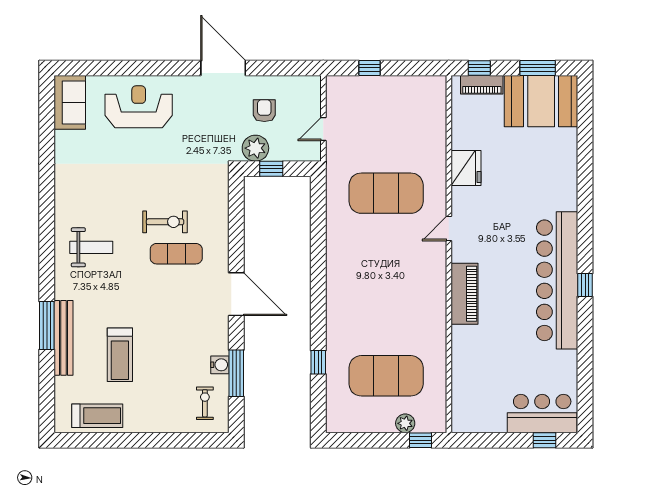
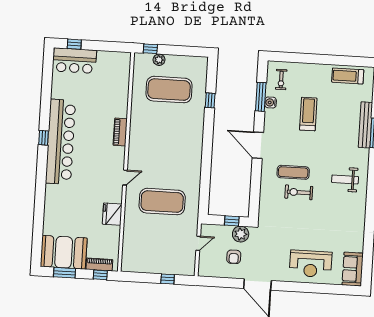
piano: (464, 294) -> (120, 132), width x0.73, depth x0.75
treadmill: (120, 355) -> (308, 114), moved

